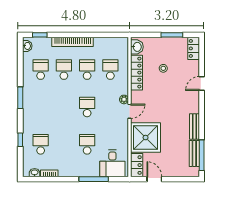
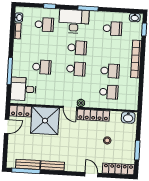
locker: (194, 48) -> (118, 169), width x1.53
school desk: (64, 70) -> (77, 48), moved
locker: (137, 73) -> (93, 115), moved
desk: (35, 112) -> (74, 21), added

